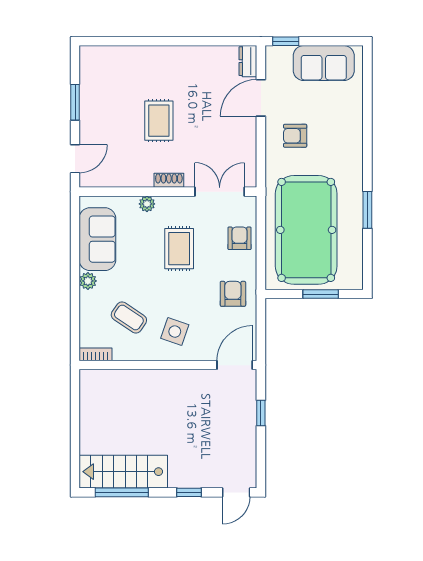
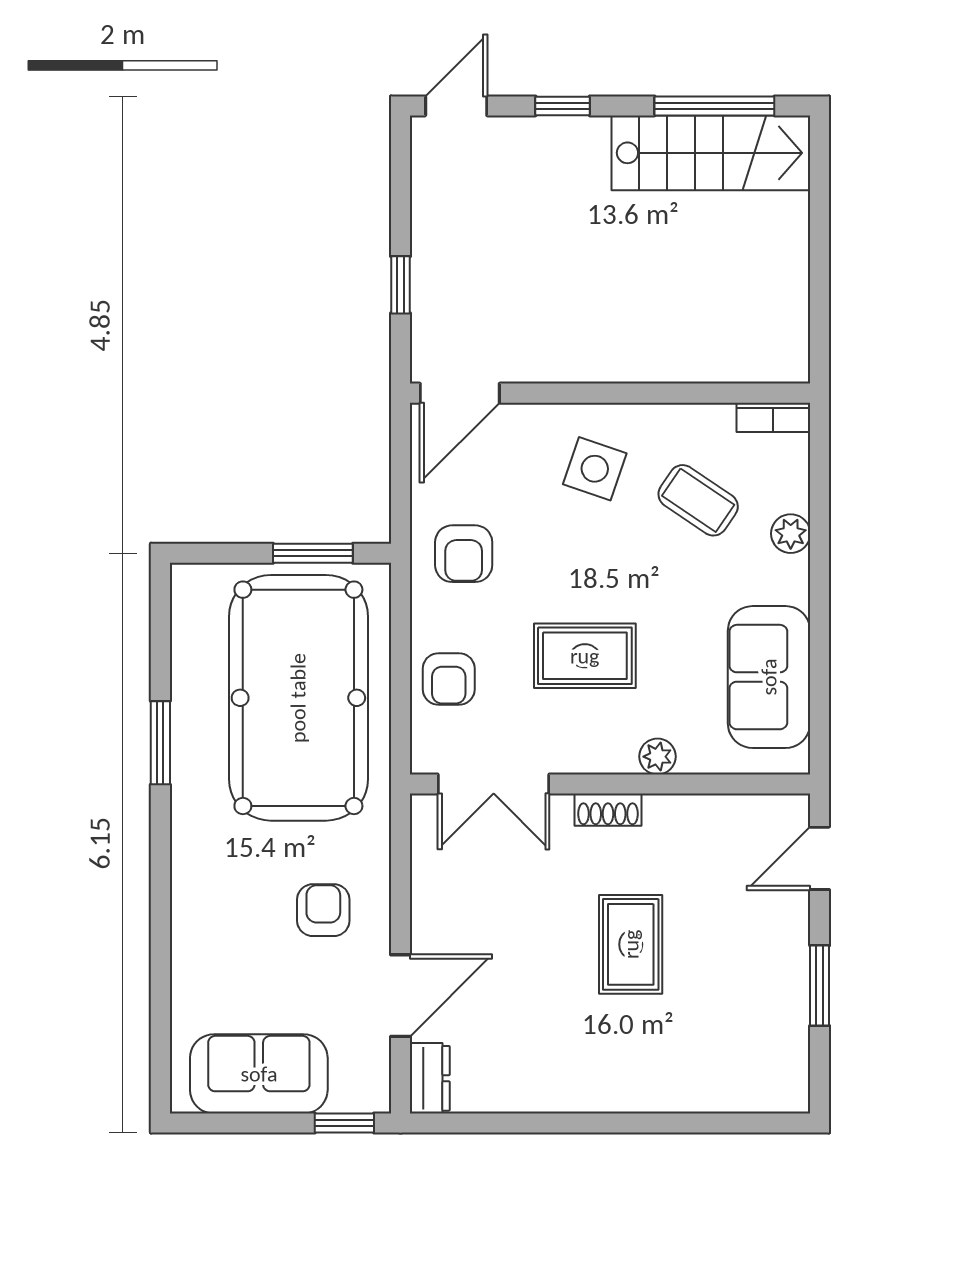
armchair: (295, 136) -> (323, 910), turned -90
rug: (179, 249) -> (585, 656), turned 90
plant: (88, 281) -> (791, 534), moved
window: (321, 294) -> (313, 553), moved

